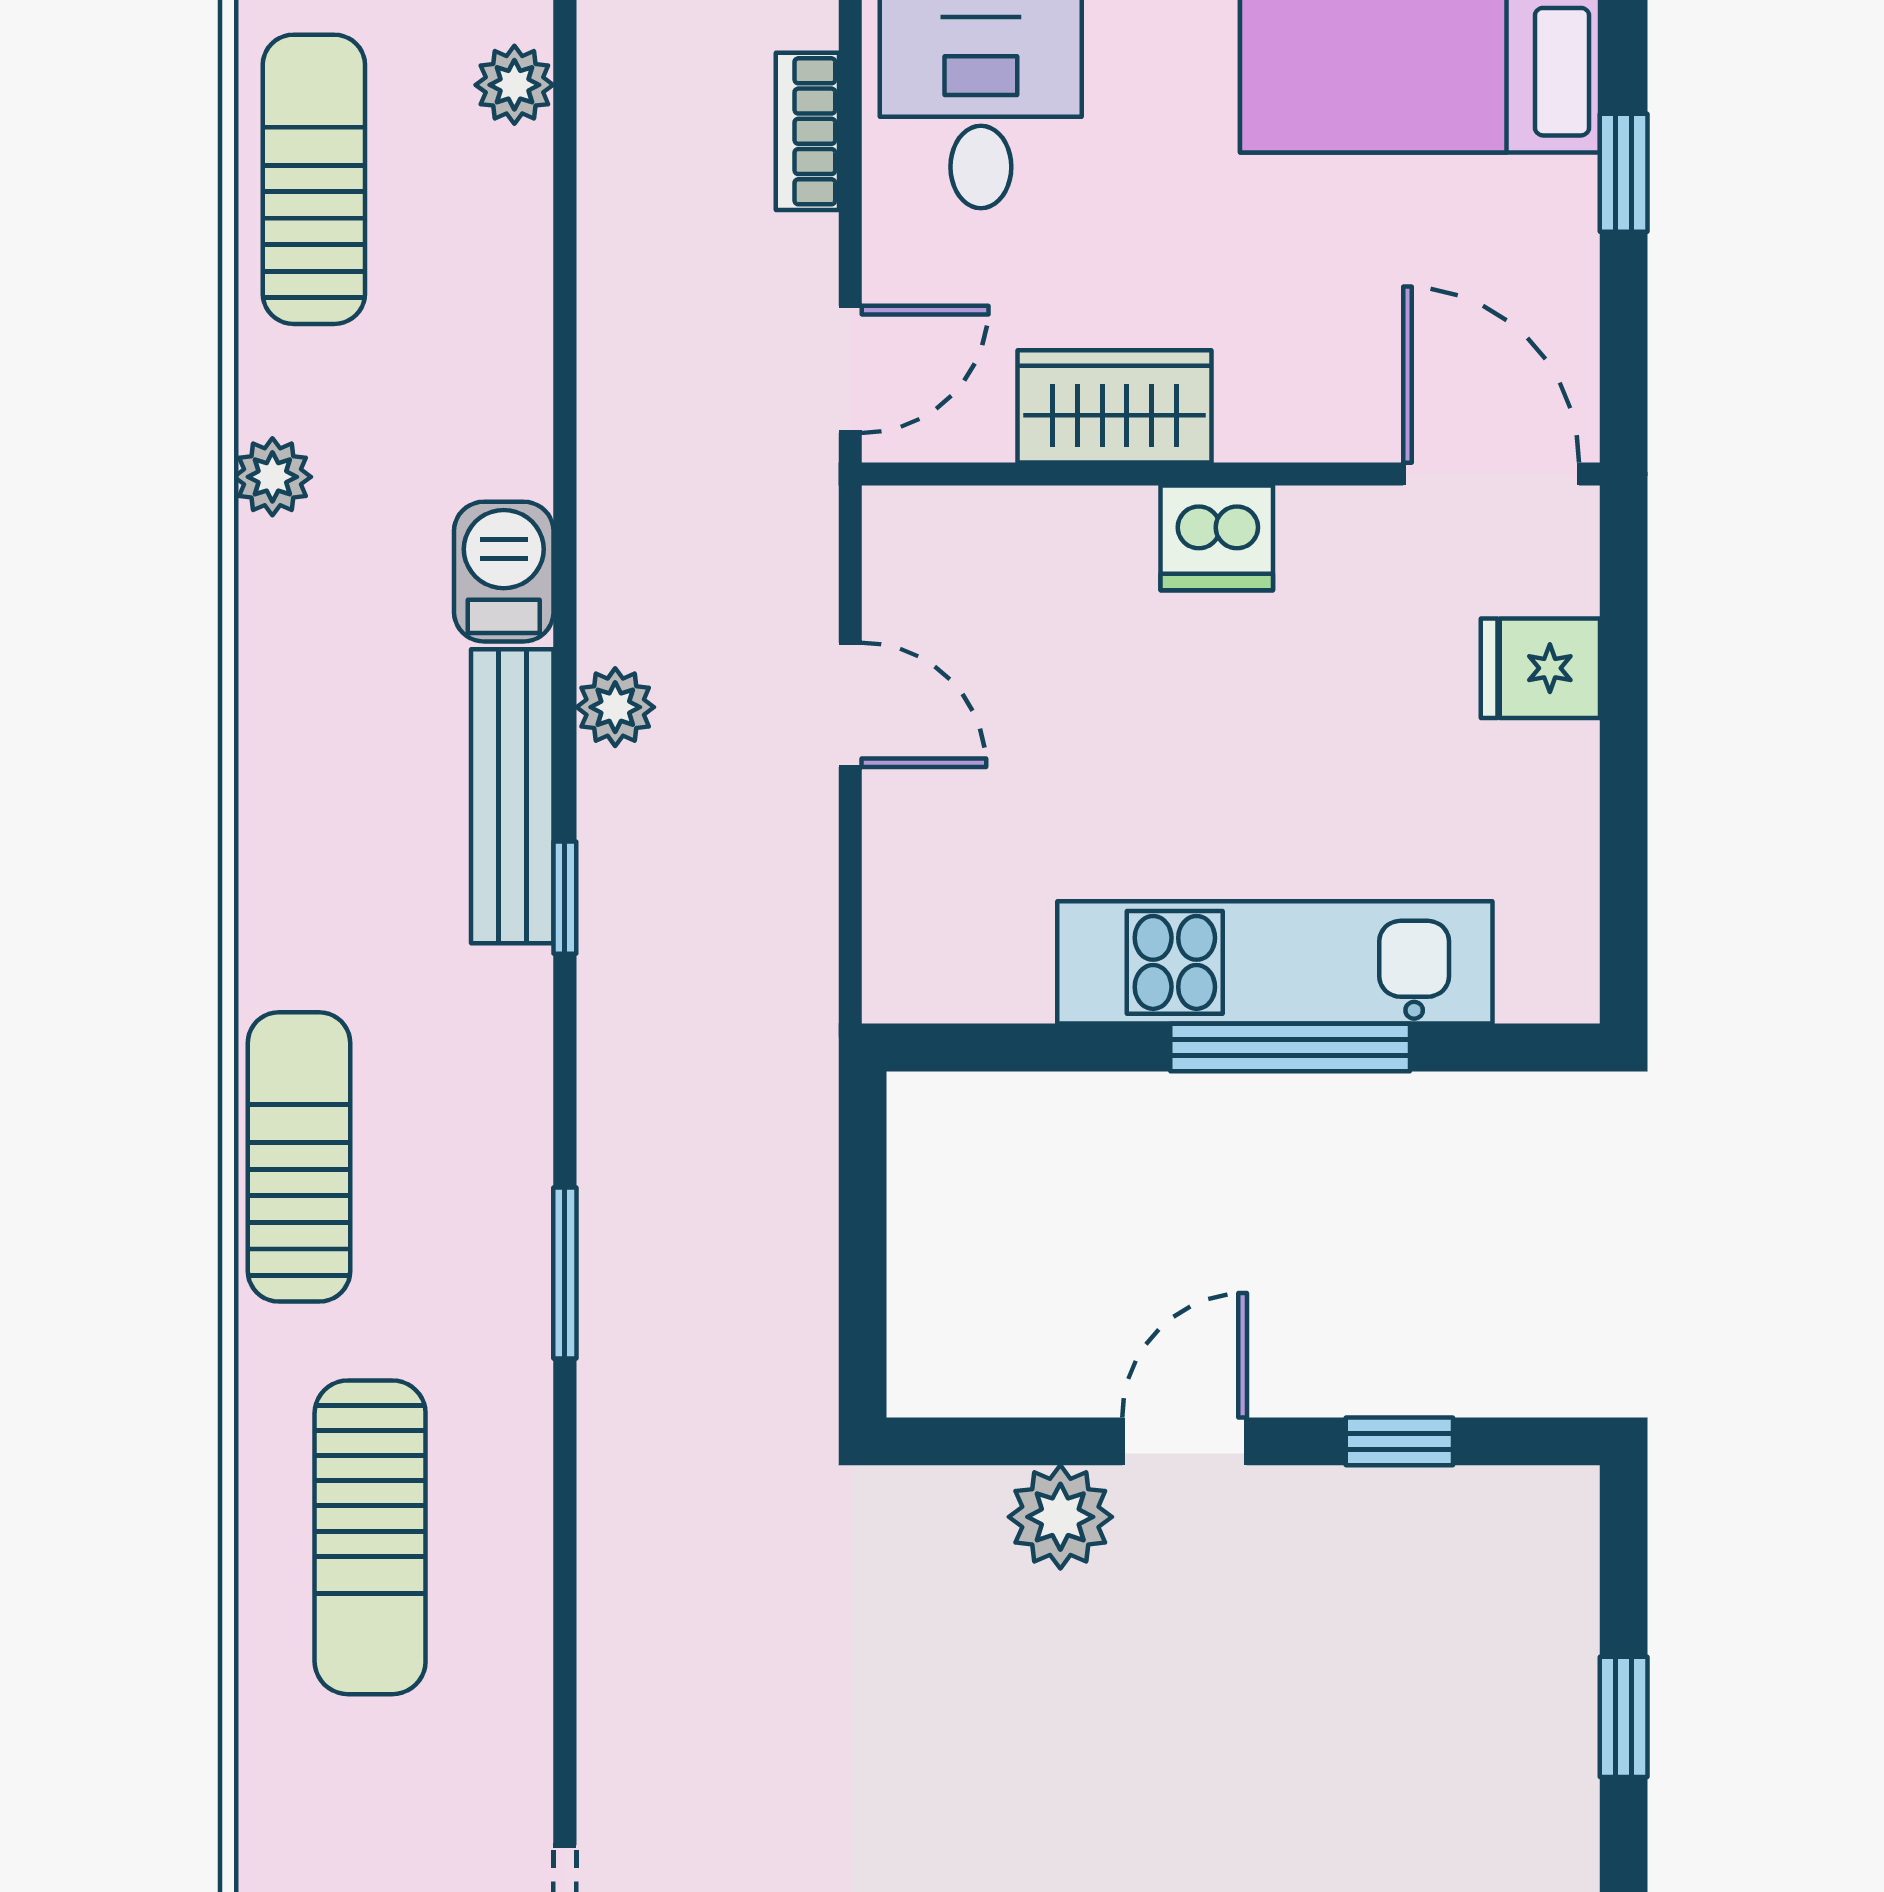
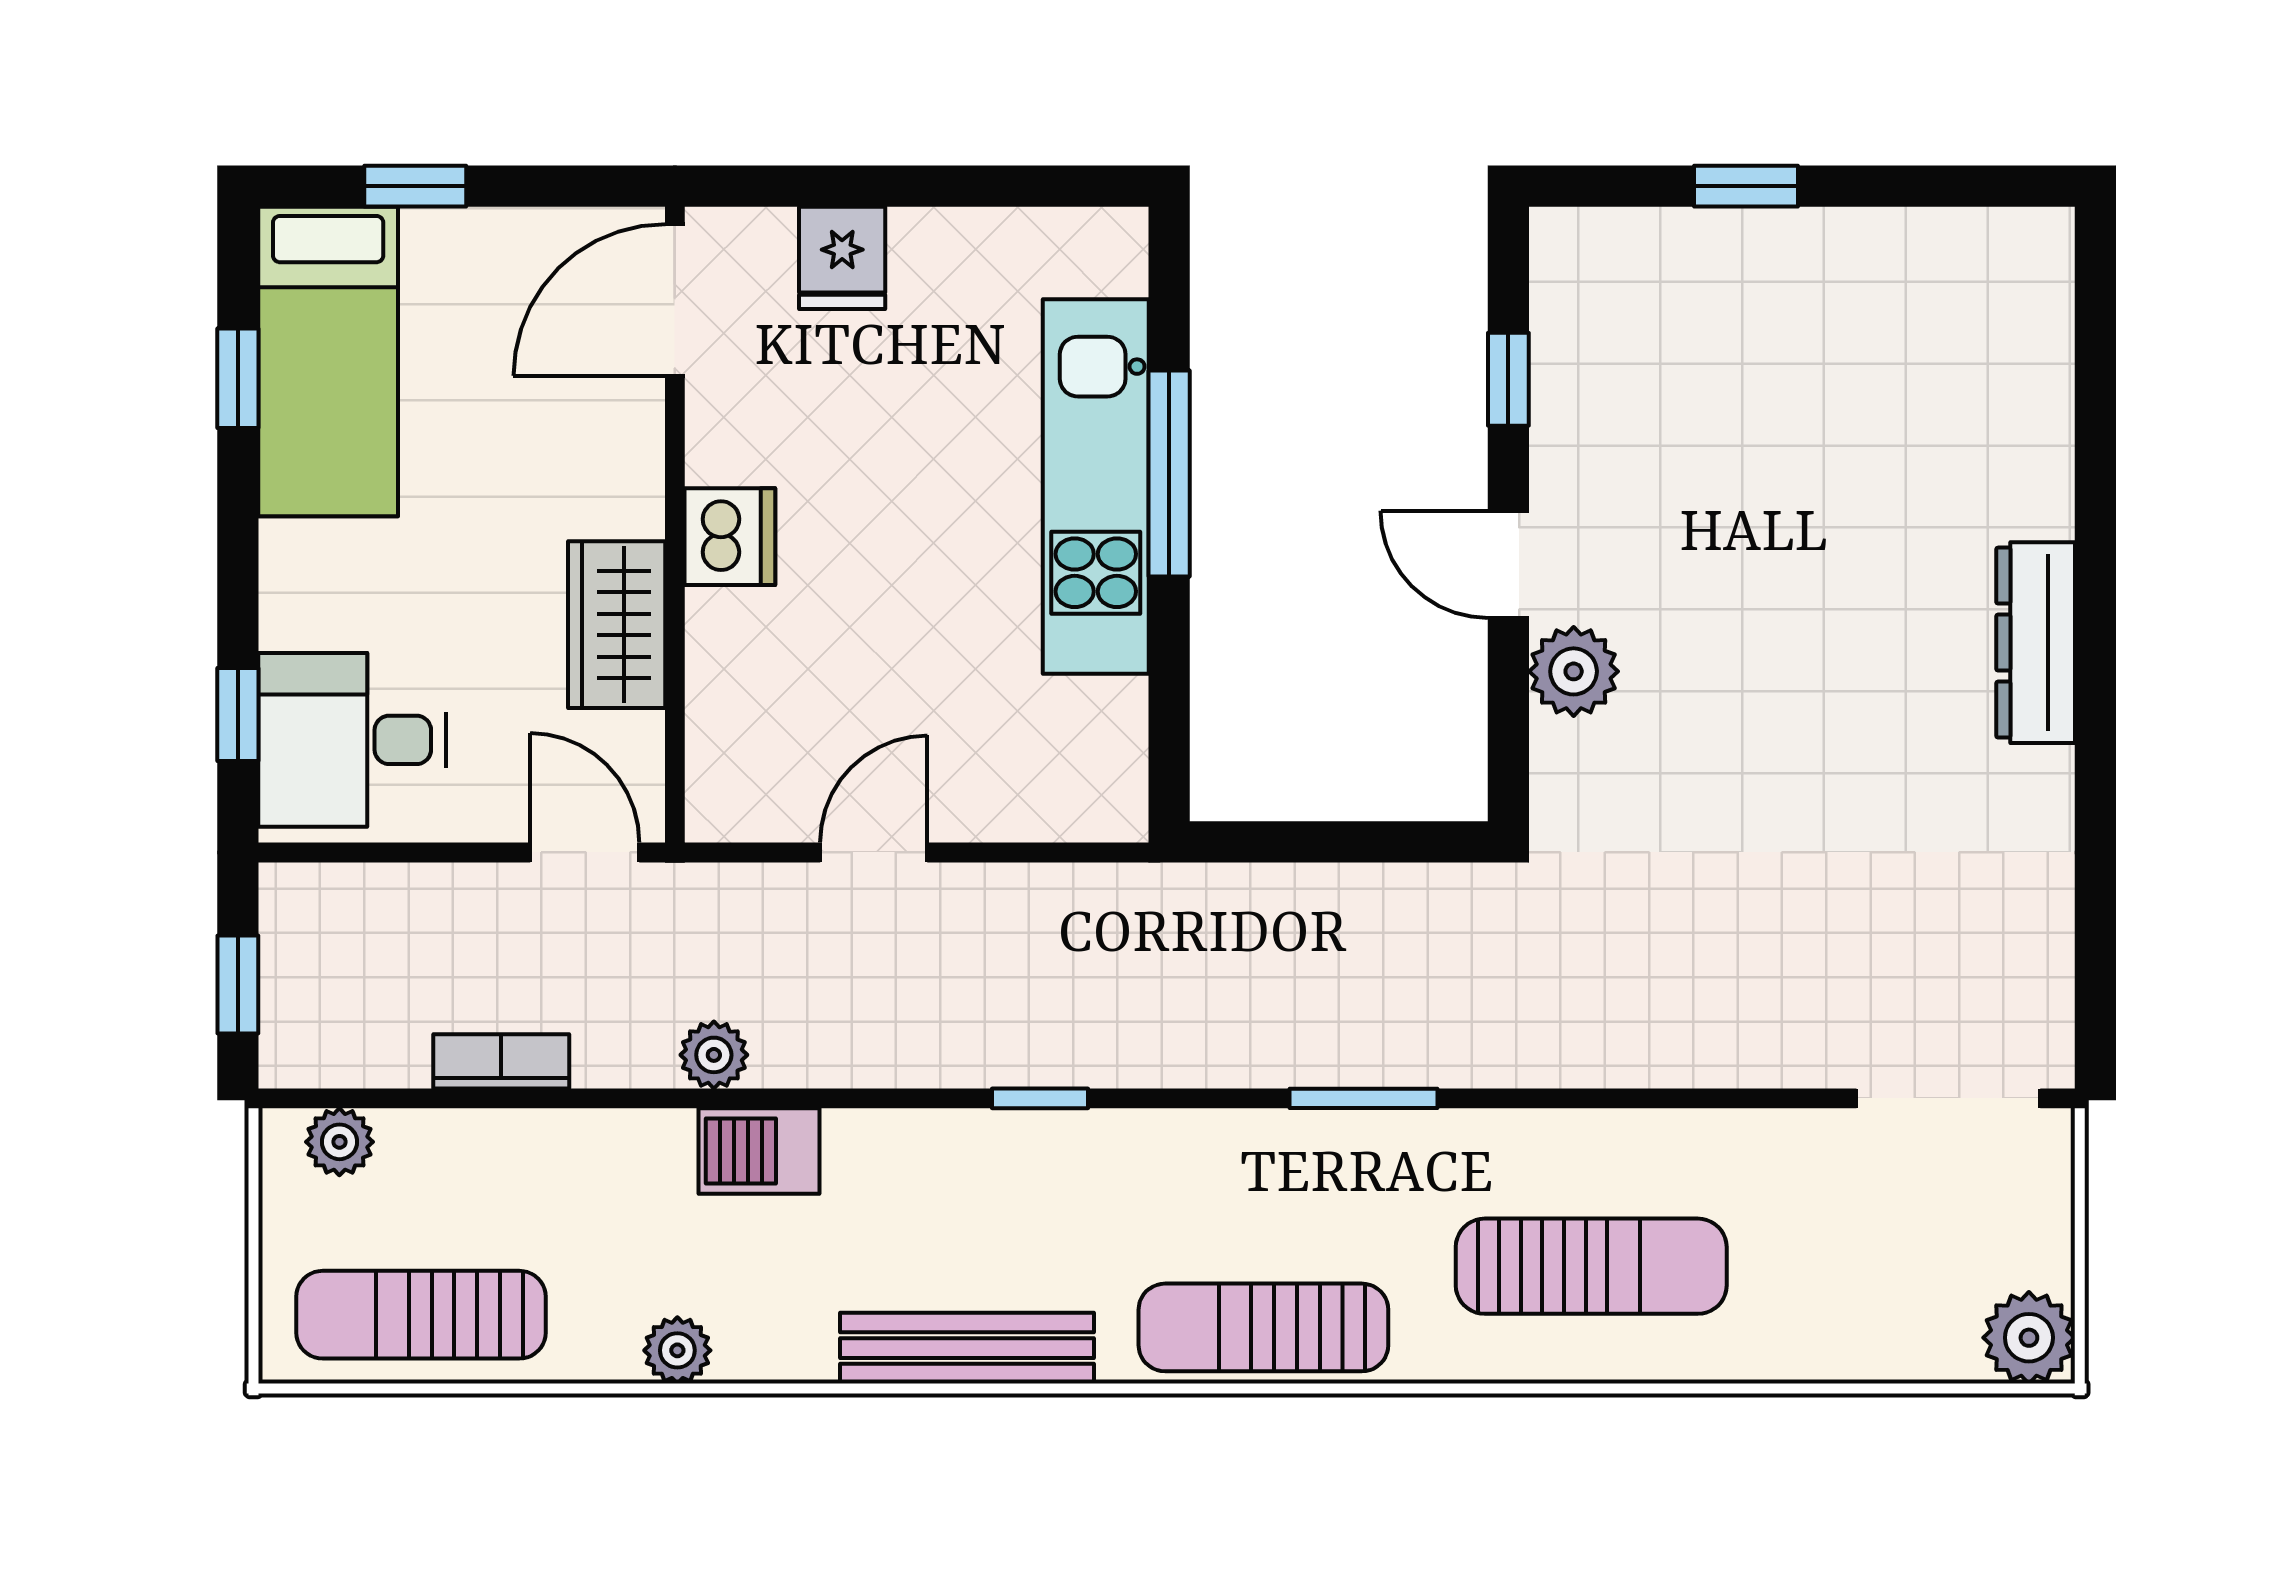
bookcase: (807, 131) -> (501, 1061), moved, turned 180
plant: (615, 707) -> (714, 1055), moved
bench: (512, 796) -> (967, 1348), moved

